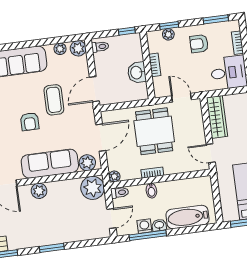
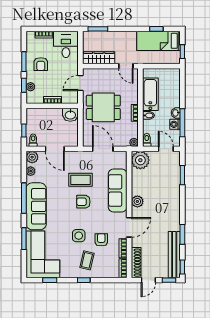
window: (216, 19) -> (24, 62), moved
window: (127, 31) -> (24, 130), moved
window: (24, 45) -> (24, 198), added
washbasin: (137, 73) -> (70, 115), moved
door: (94, 89) -> (55, 149), moved
coffee table: (54, 100) -> (80, 180), moved
armchair: (30, 122) -> (83, 202), turned 180
door: (211, 153) -> (126, 66), hinge flipped
plant: (87, 163) -> (121, 162), removed
bathtub: (188, 217) -> (150, 94), moved, turned 180
window: (52, 248) -> (182, 175), moved

